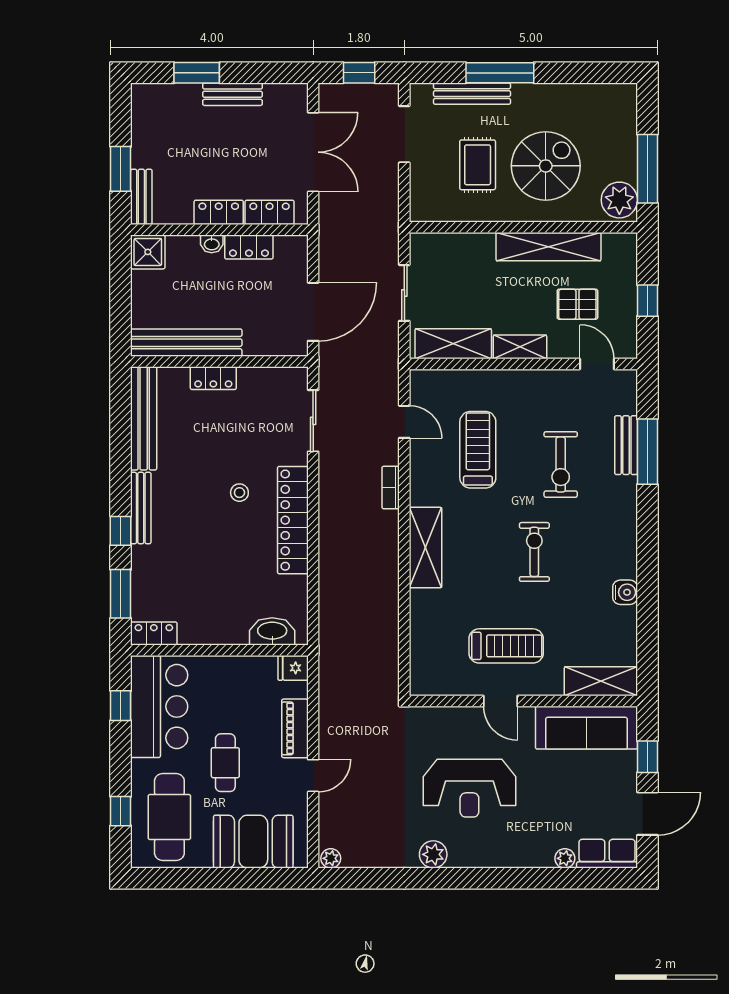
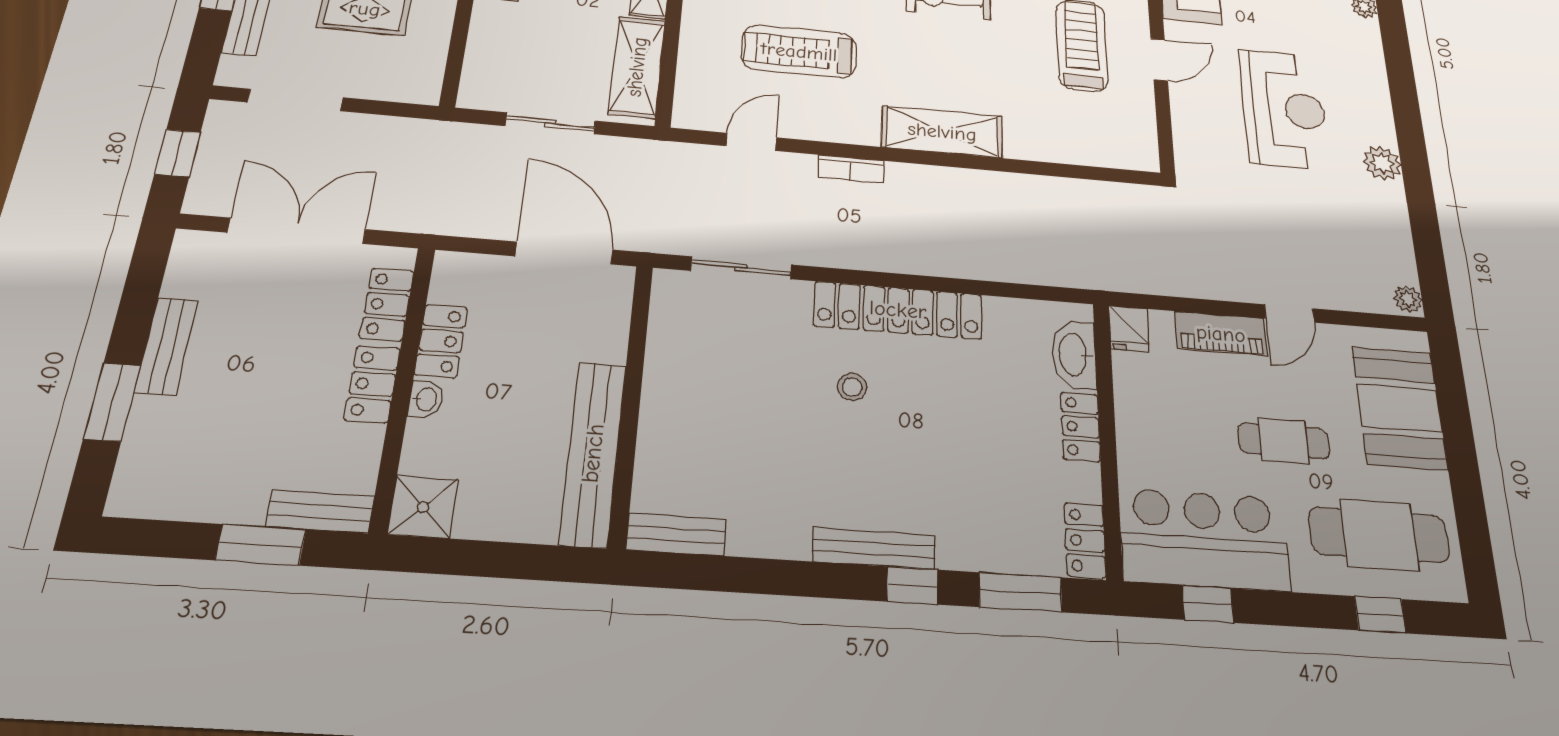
locker: (213, 378) -> (1081, 427), moved, turned 180
bench: (144, 418) -> (676, 535), width x0.54, depth x0.82
door: (313, 776) -> (1289, 313), swing flipped

